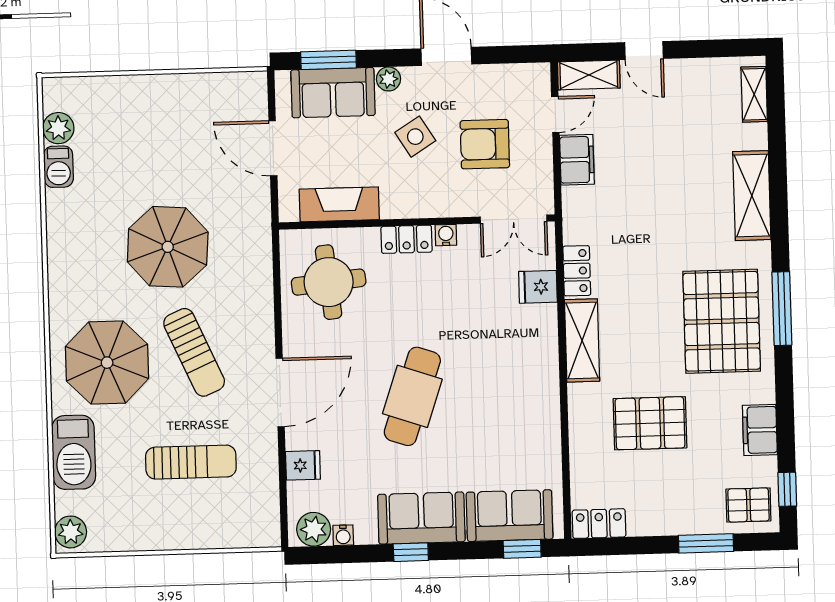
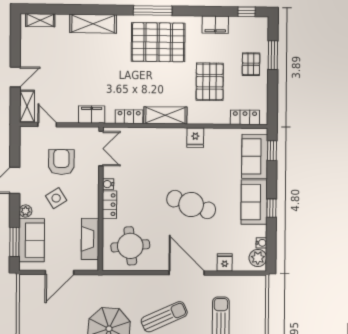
armchair: (485, 144) -> (61, 162), turned 180
filing cabinet: (577, 160) -> (92, 115), moved
fridge: (538, 287) -> (195, 138), moved
pallet: (748, 505) -> (251, 64), moved
locker: (599, 524) -> (245, 117), moved, turned 90

